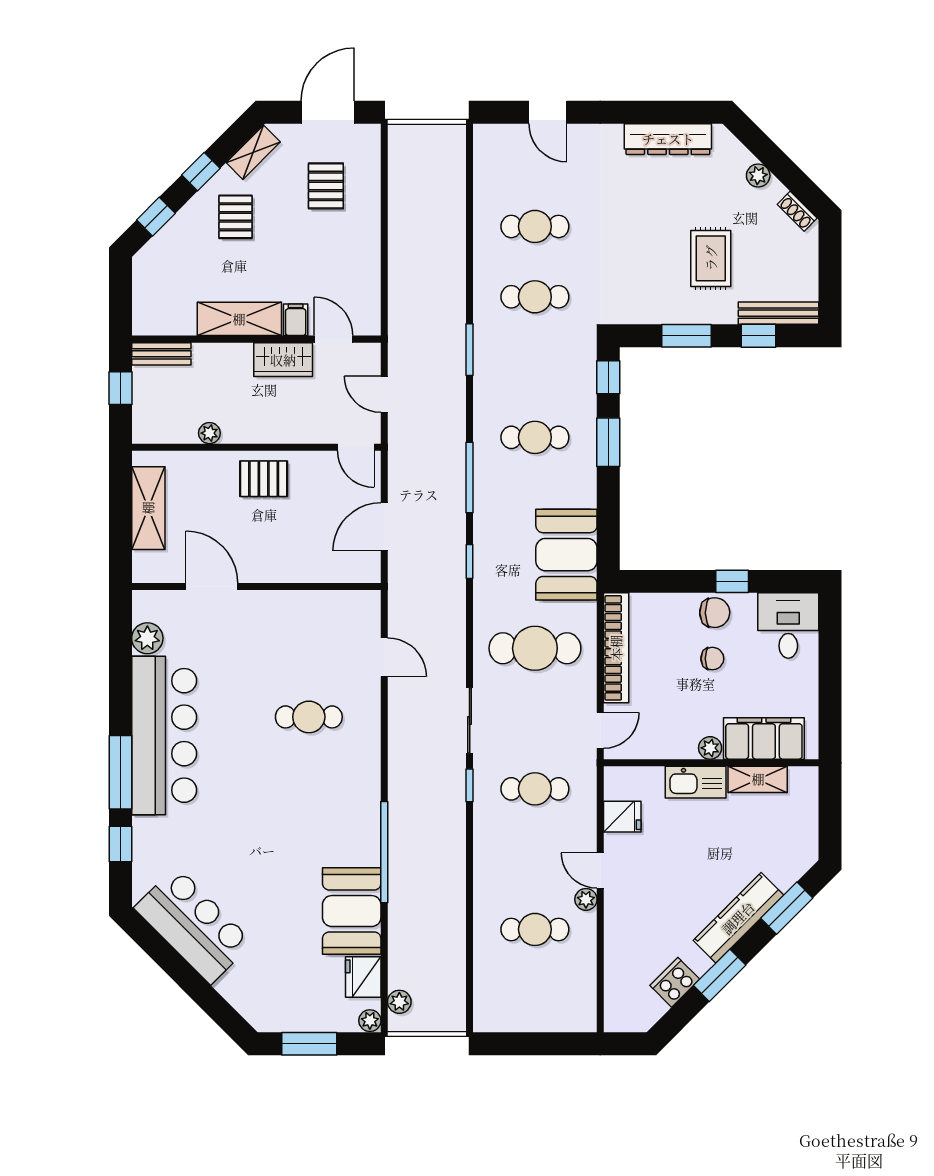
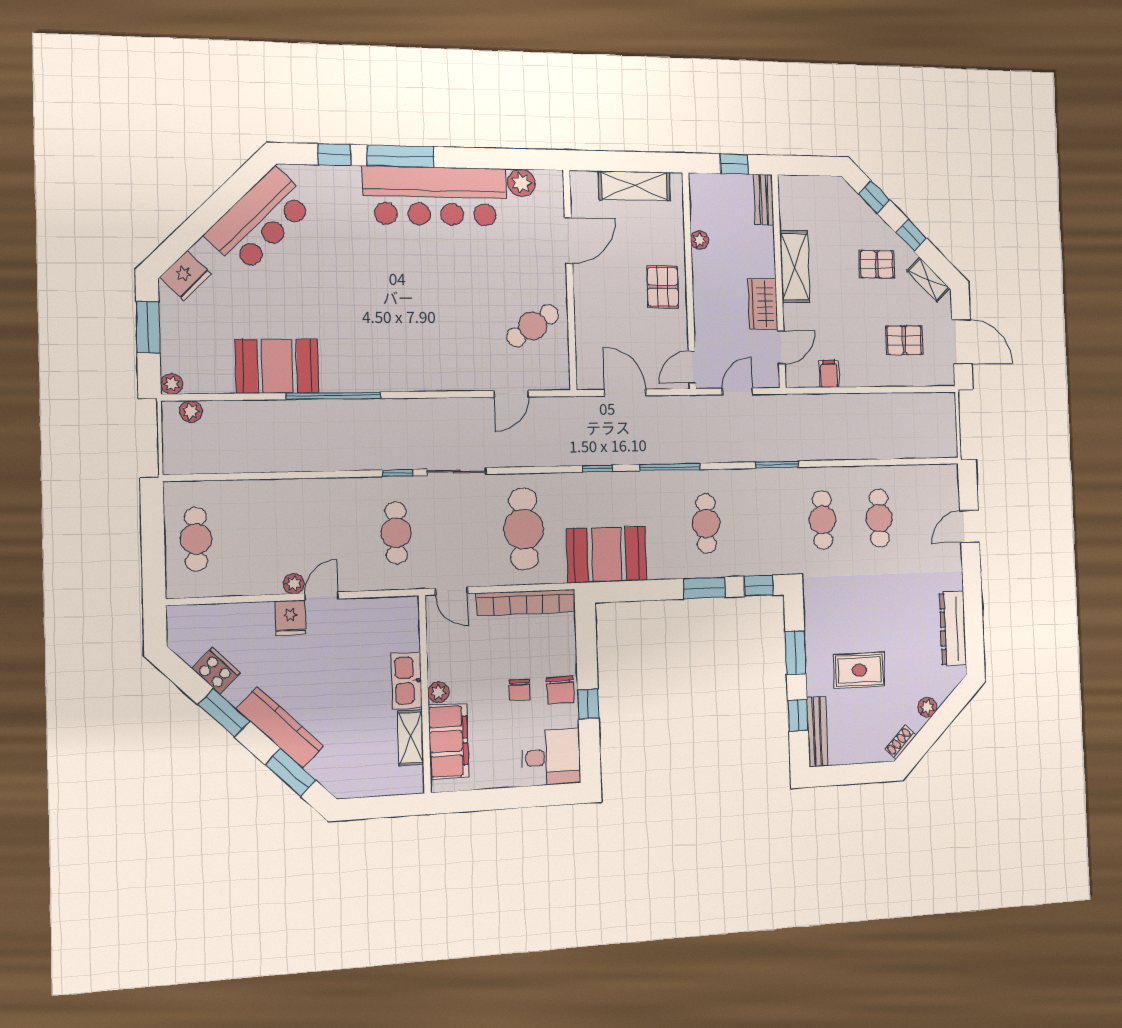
filing cabinet: (296, 320) -> (829, 374), moved, turned -90
cafe table: (309, 717) -> (533, 326), moved, turned 56
fridge: (622, 817) -> (290, 618), moved
cafe table: (535, 929) -> (196, 539), moved
fridge: (363, 977) -> (185, 276), moved, turned 135

